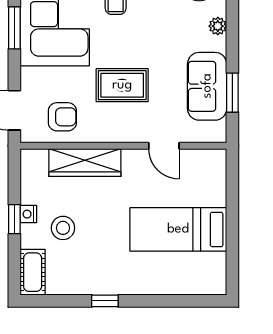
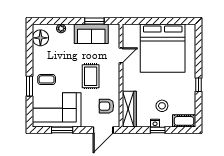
armchair: (62, 117) -> (106, 106), turned -90
wardrobe: (85, 162) -> (129, 109), moved
bed: (178, 229) -> (163, 48), width x2.04

